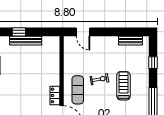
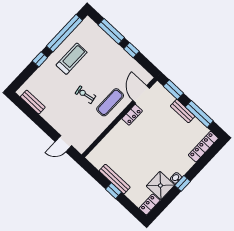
door: (83, 32) -> (63, 144), swing flipped
window: (153, 63) -> (40, 59), moved
treadmill: (124, 86) -> (72, 59), moved, turned 180

